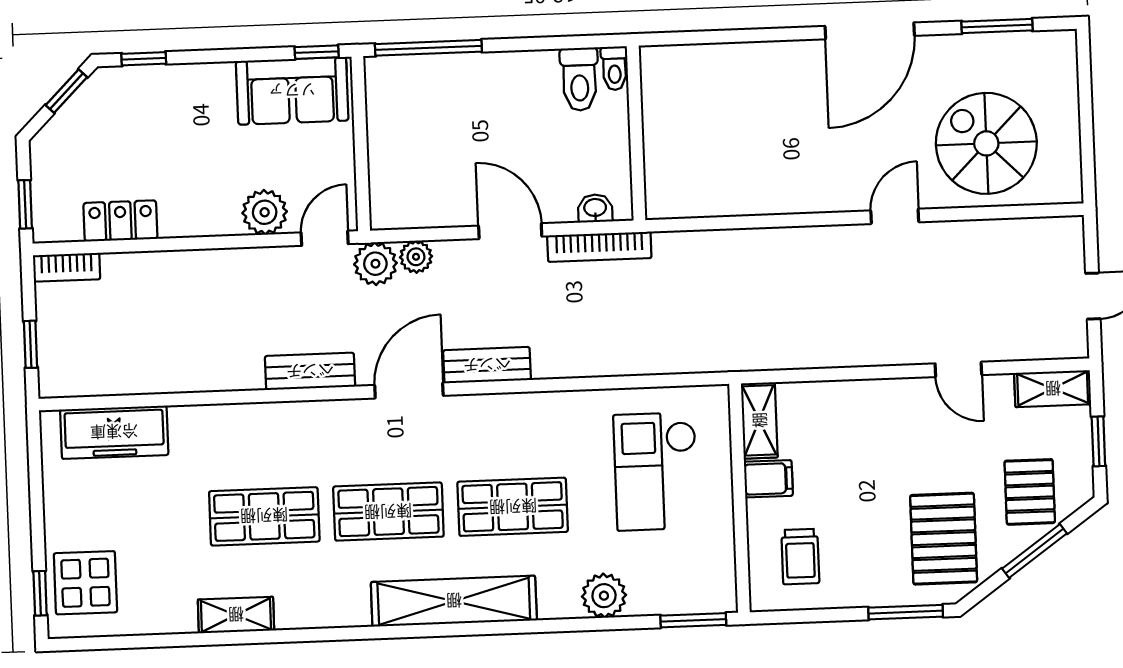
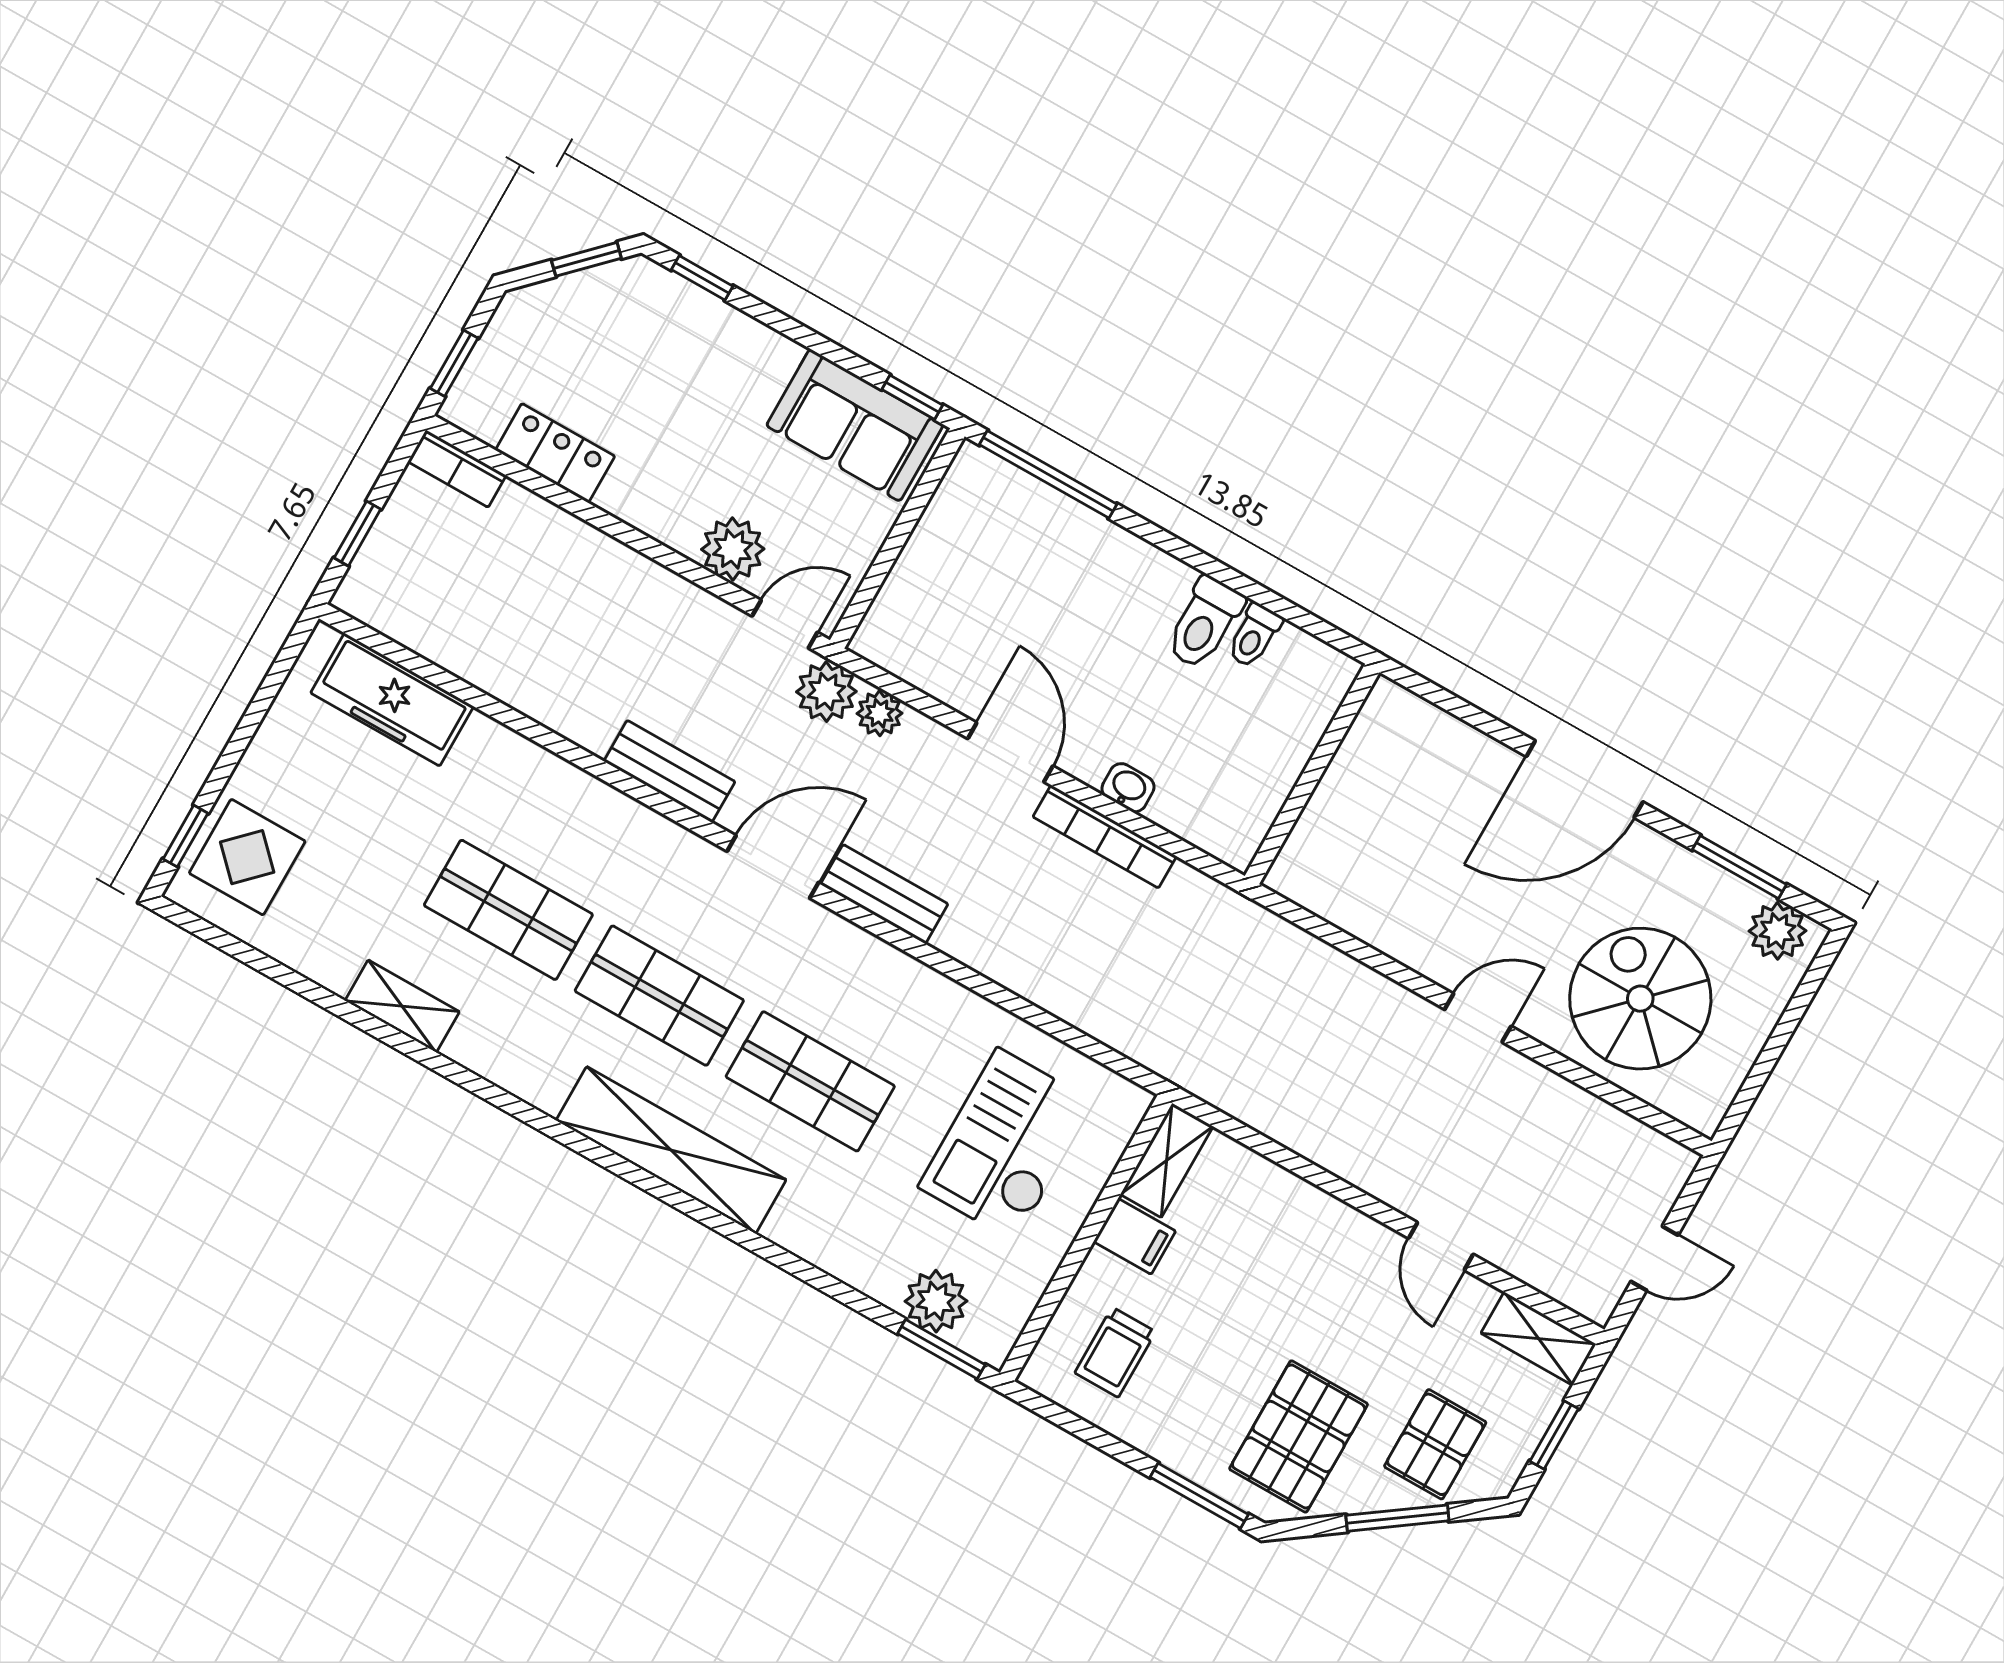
plant: (1044, 50) -> (1778, 931), added
wall: (636, 133) -> (1312, 774), moved
plant: (604, 596) -> (936, 1301), moved

